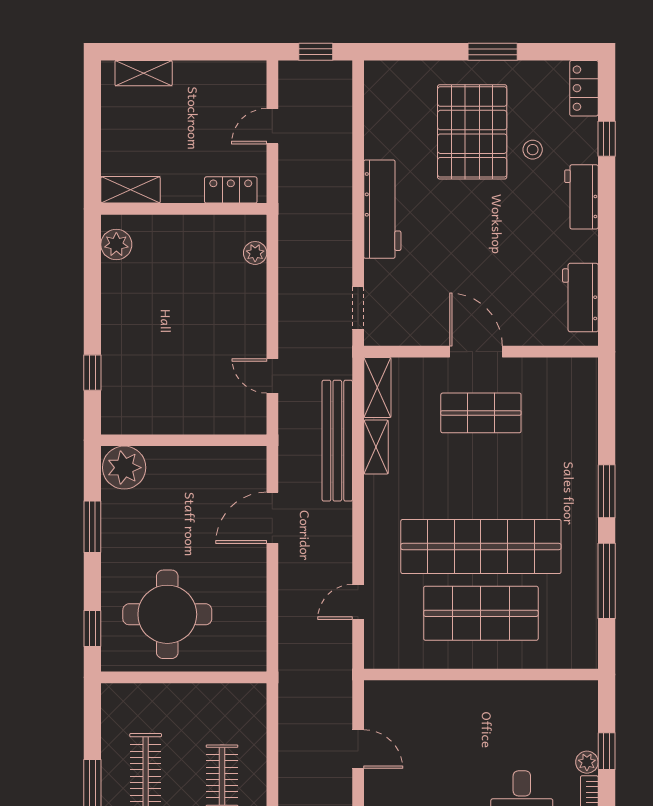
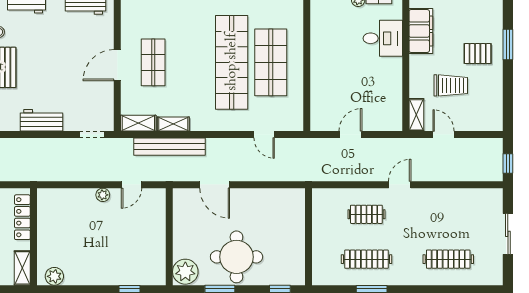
locker: (231, 190) -> (22, 217), width x1.53
workbench: (382, 209) -> (42, 120), width x0.73
plant: (255, 253) -> (103, 195), moved
round table: (167, 614) -> (236, 257), moved

